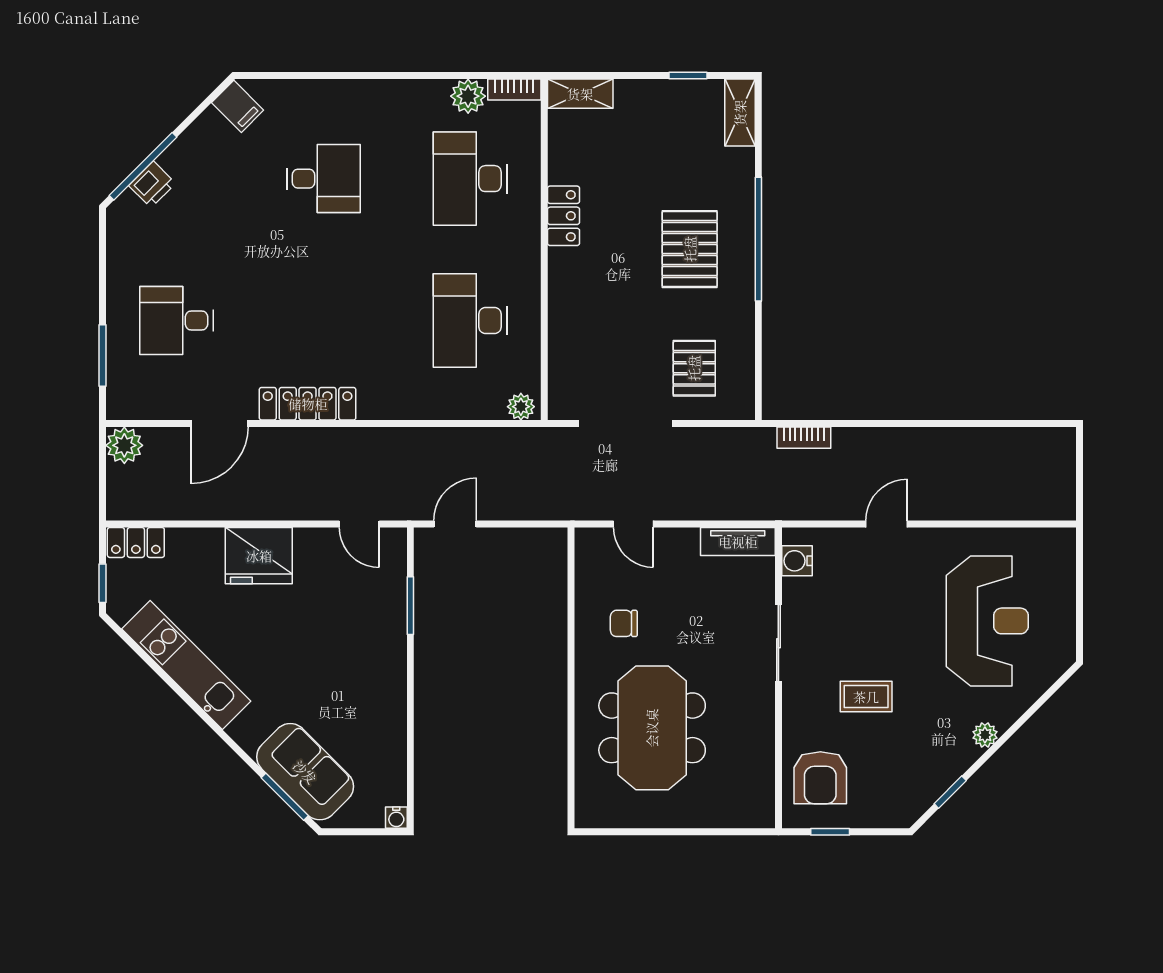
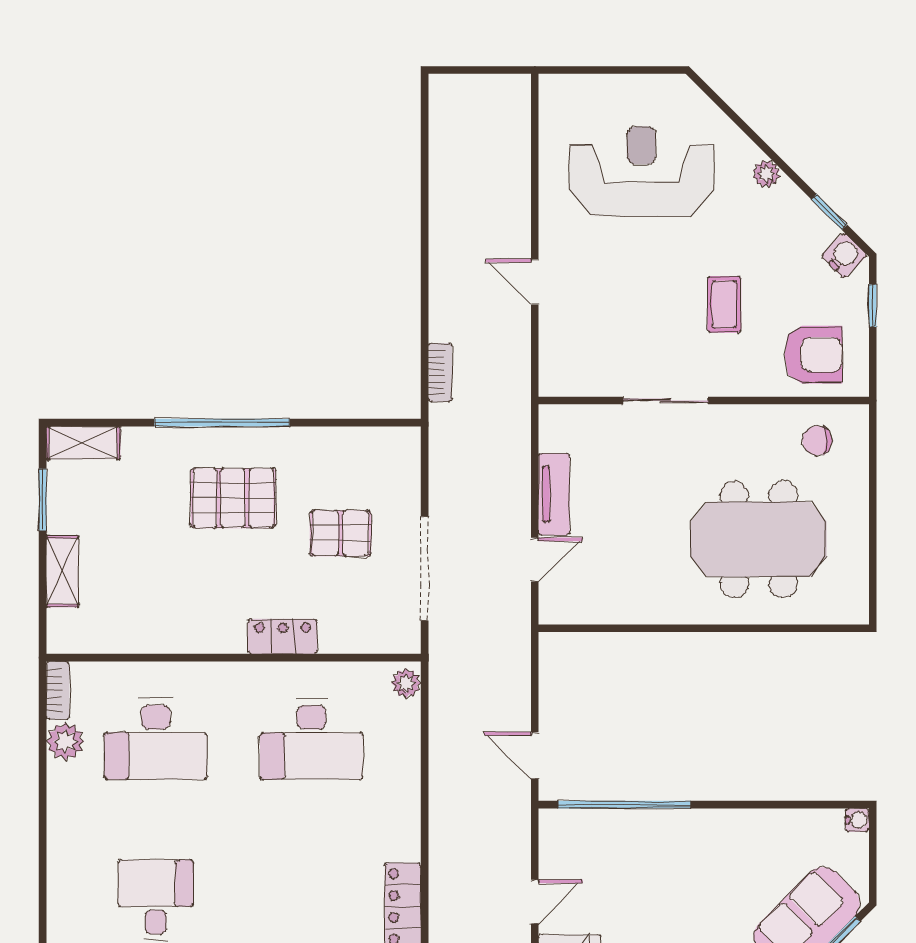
window: (688, 76) -> (43, 500), width x1.50
shelving: (580, 94) -> (62, 571), moved
locker: (564, 216) -> (283, 636), moved
pallet: (694, 368) -> (340, 533), moved
door: (359, 524) -> (535, 902), moved
tv unit: (738, 542) -> (554, 494), moved
water cooler: (797, 561) -> (844, 255), moved, turned -135
window: (410, 606) -> (624, 805), width x2.11
chair: (624, 623) -> (817, 441), moved, turned 90
window: (830, 832) -> (873, 306), moved

